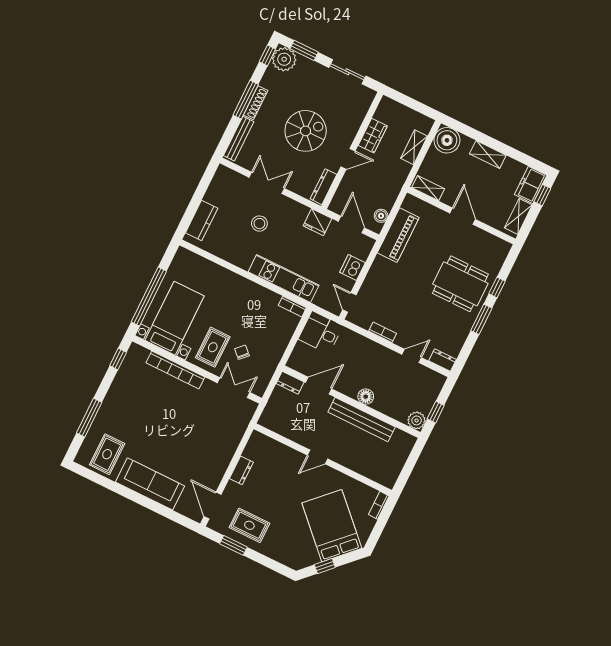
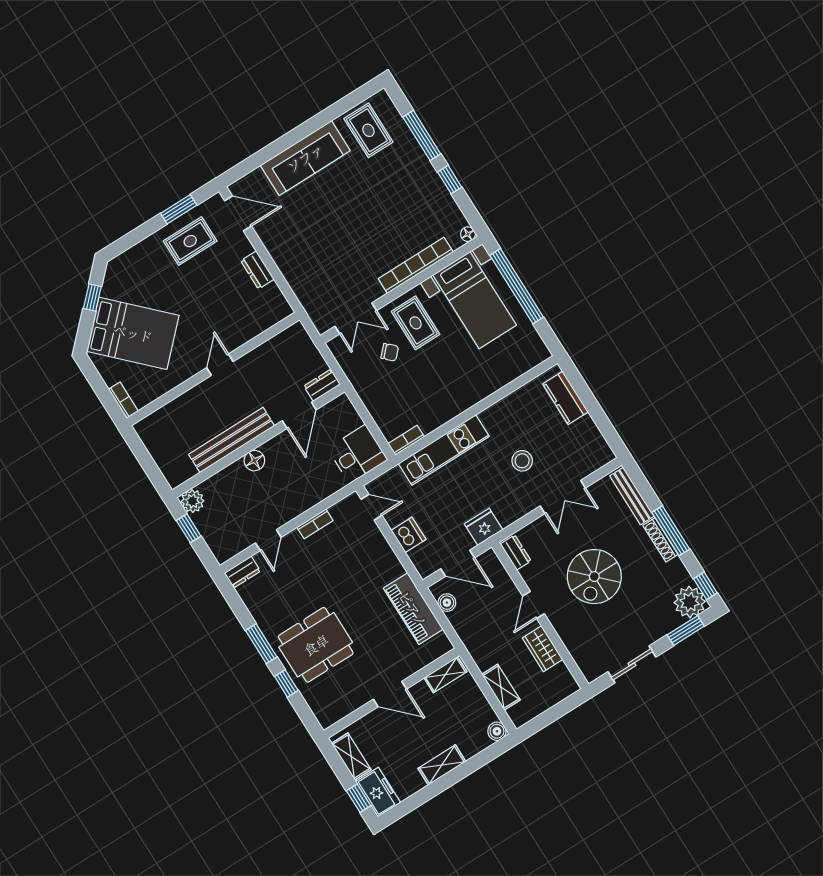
boiler: (447, 140) -> (497, 731), width x0.54, depth x0.54
dresser: (323, 187) -> (516, 552), width x0.70
floor lamp: (135, 349) -> (468, 234), added
window: (118, 359) -> (450, 180), moved

